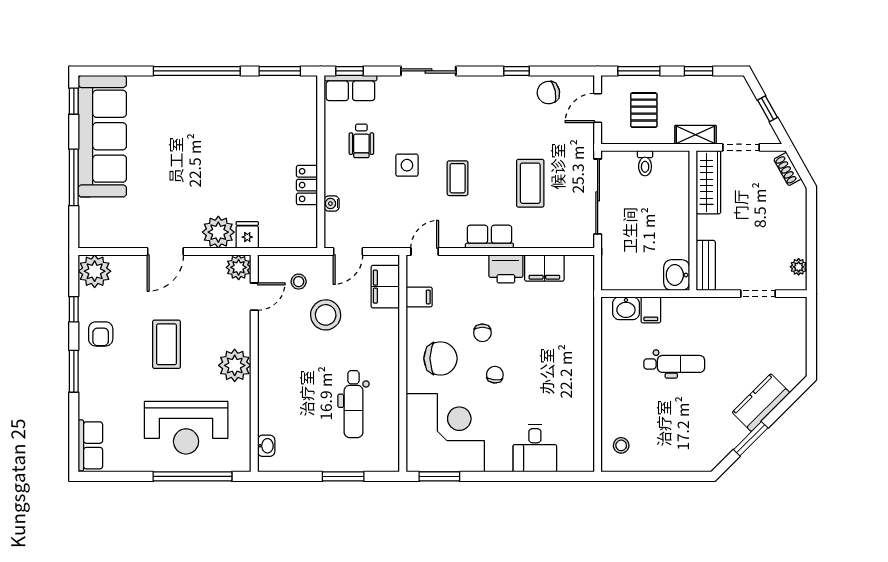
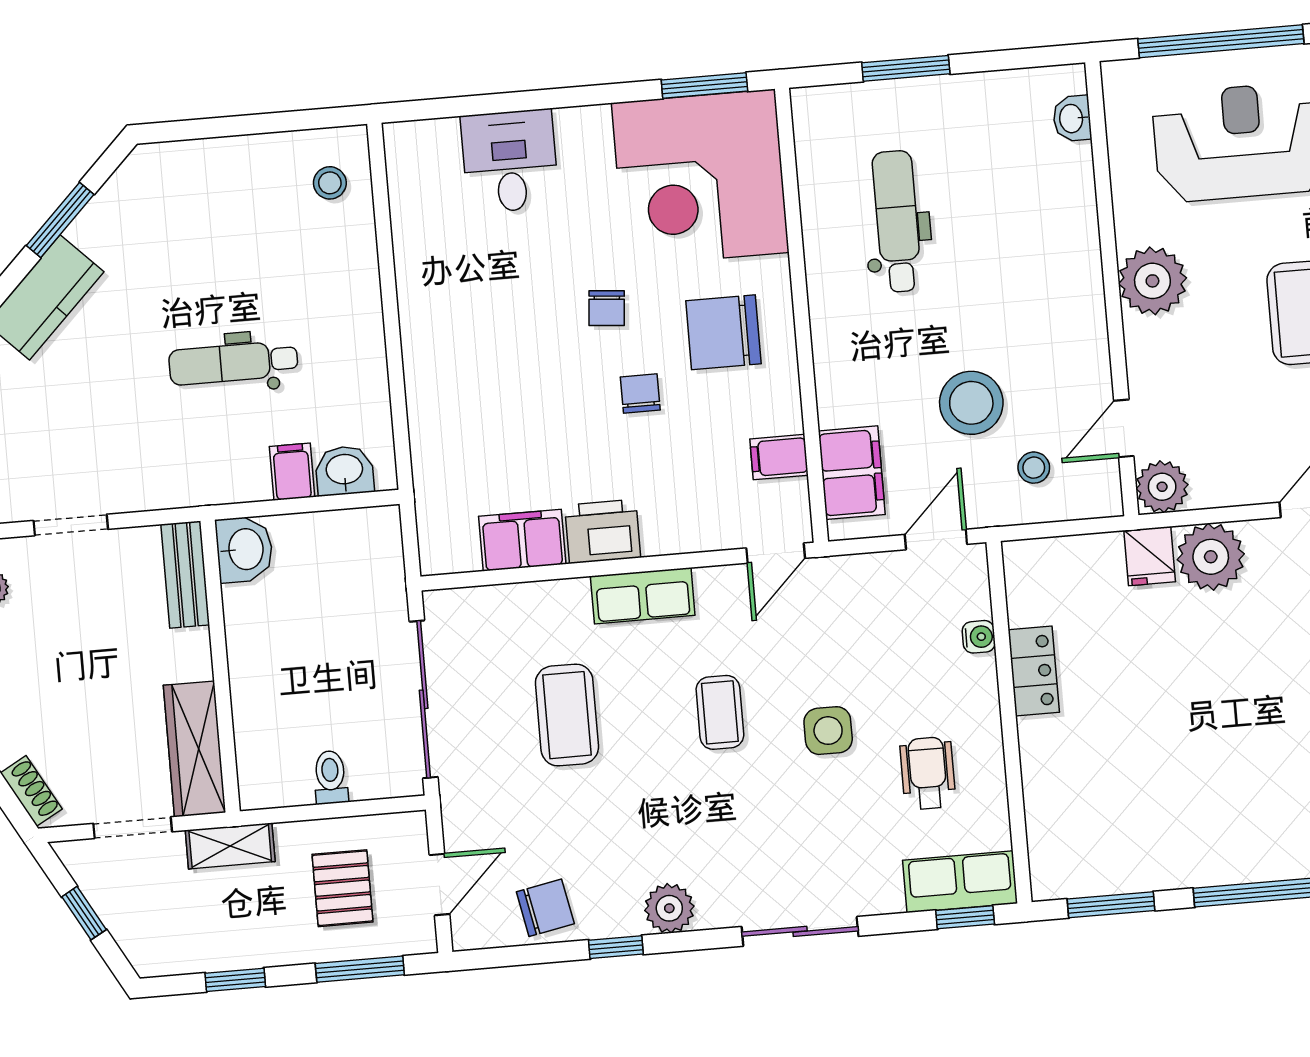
plant: (490, 87) -> (669, 908), added

